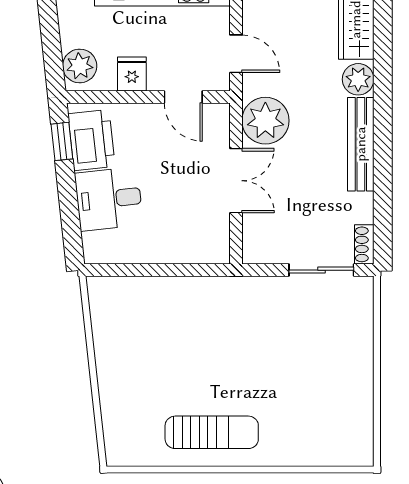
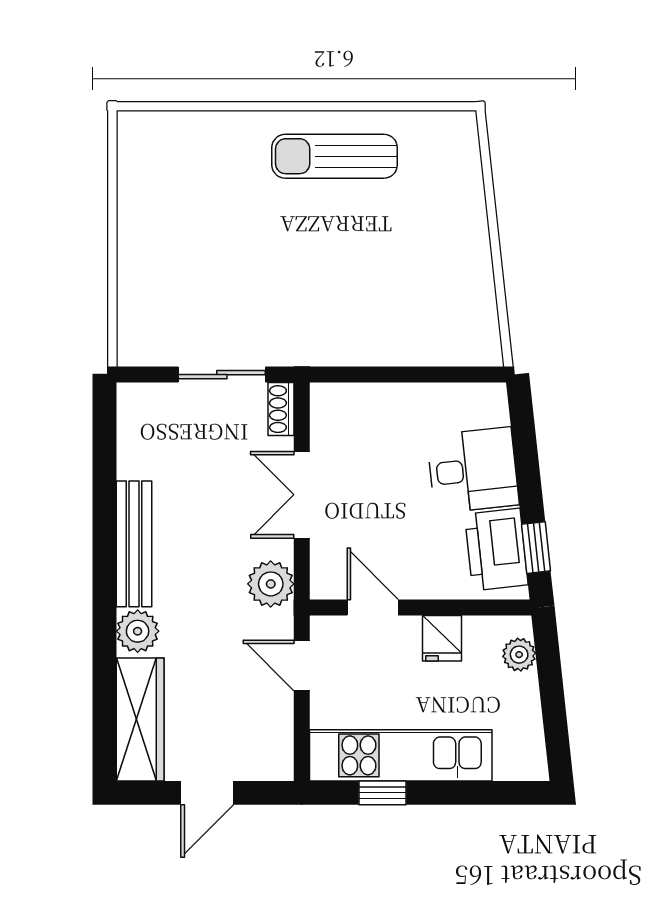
plant: (80, 66) -> (519, 655), width x0.73, depth x0.73
plant: (265, 121) -> (271, 584), width x0.73, depth x0.73
shoe rack: (364, 244) -> (281, 409), moved, turned 180
sliding door: (321, 270) -> (222, 375), moved

